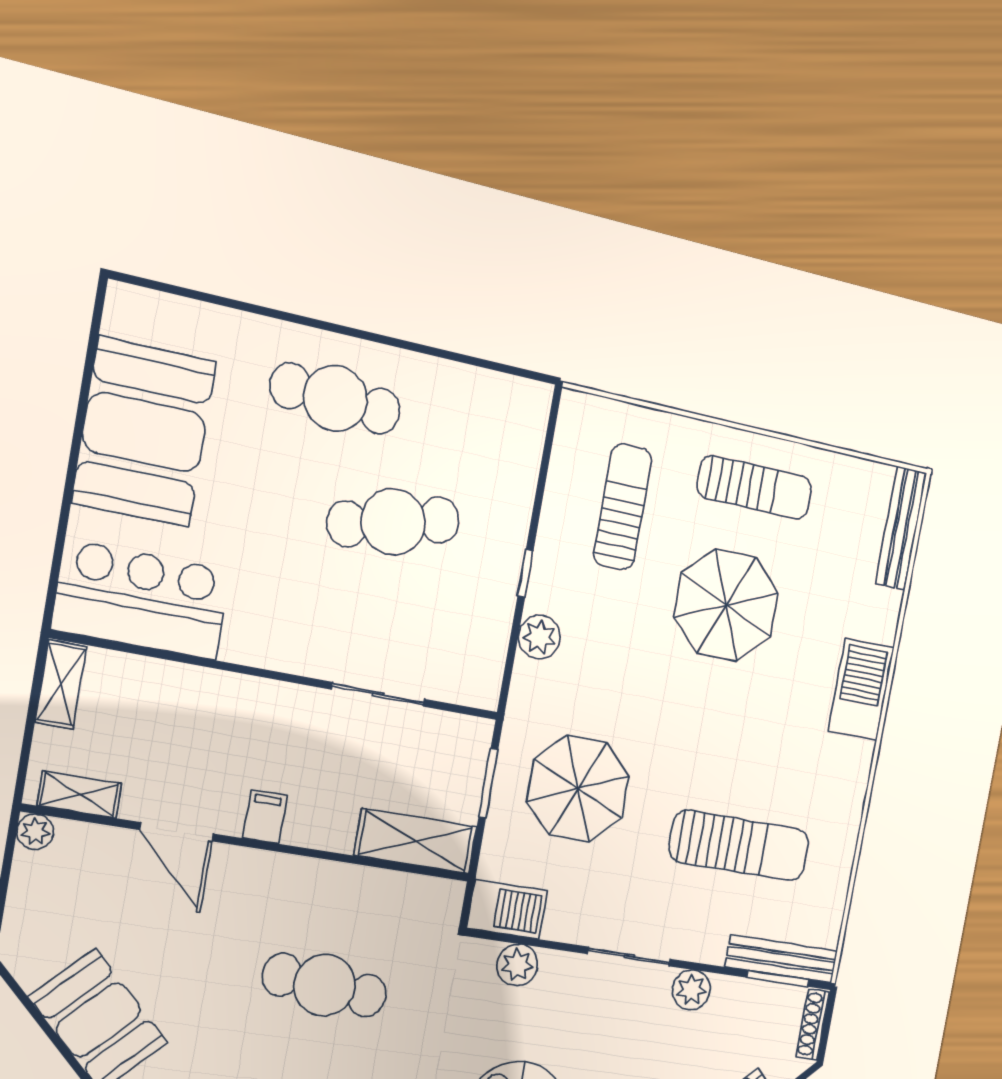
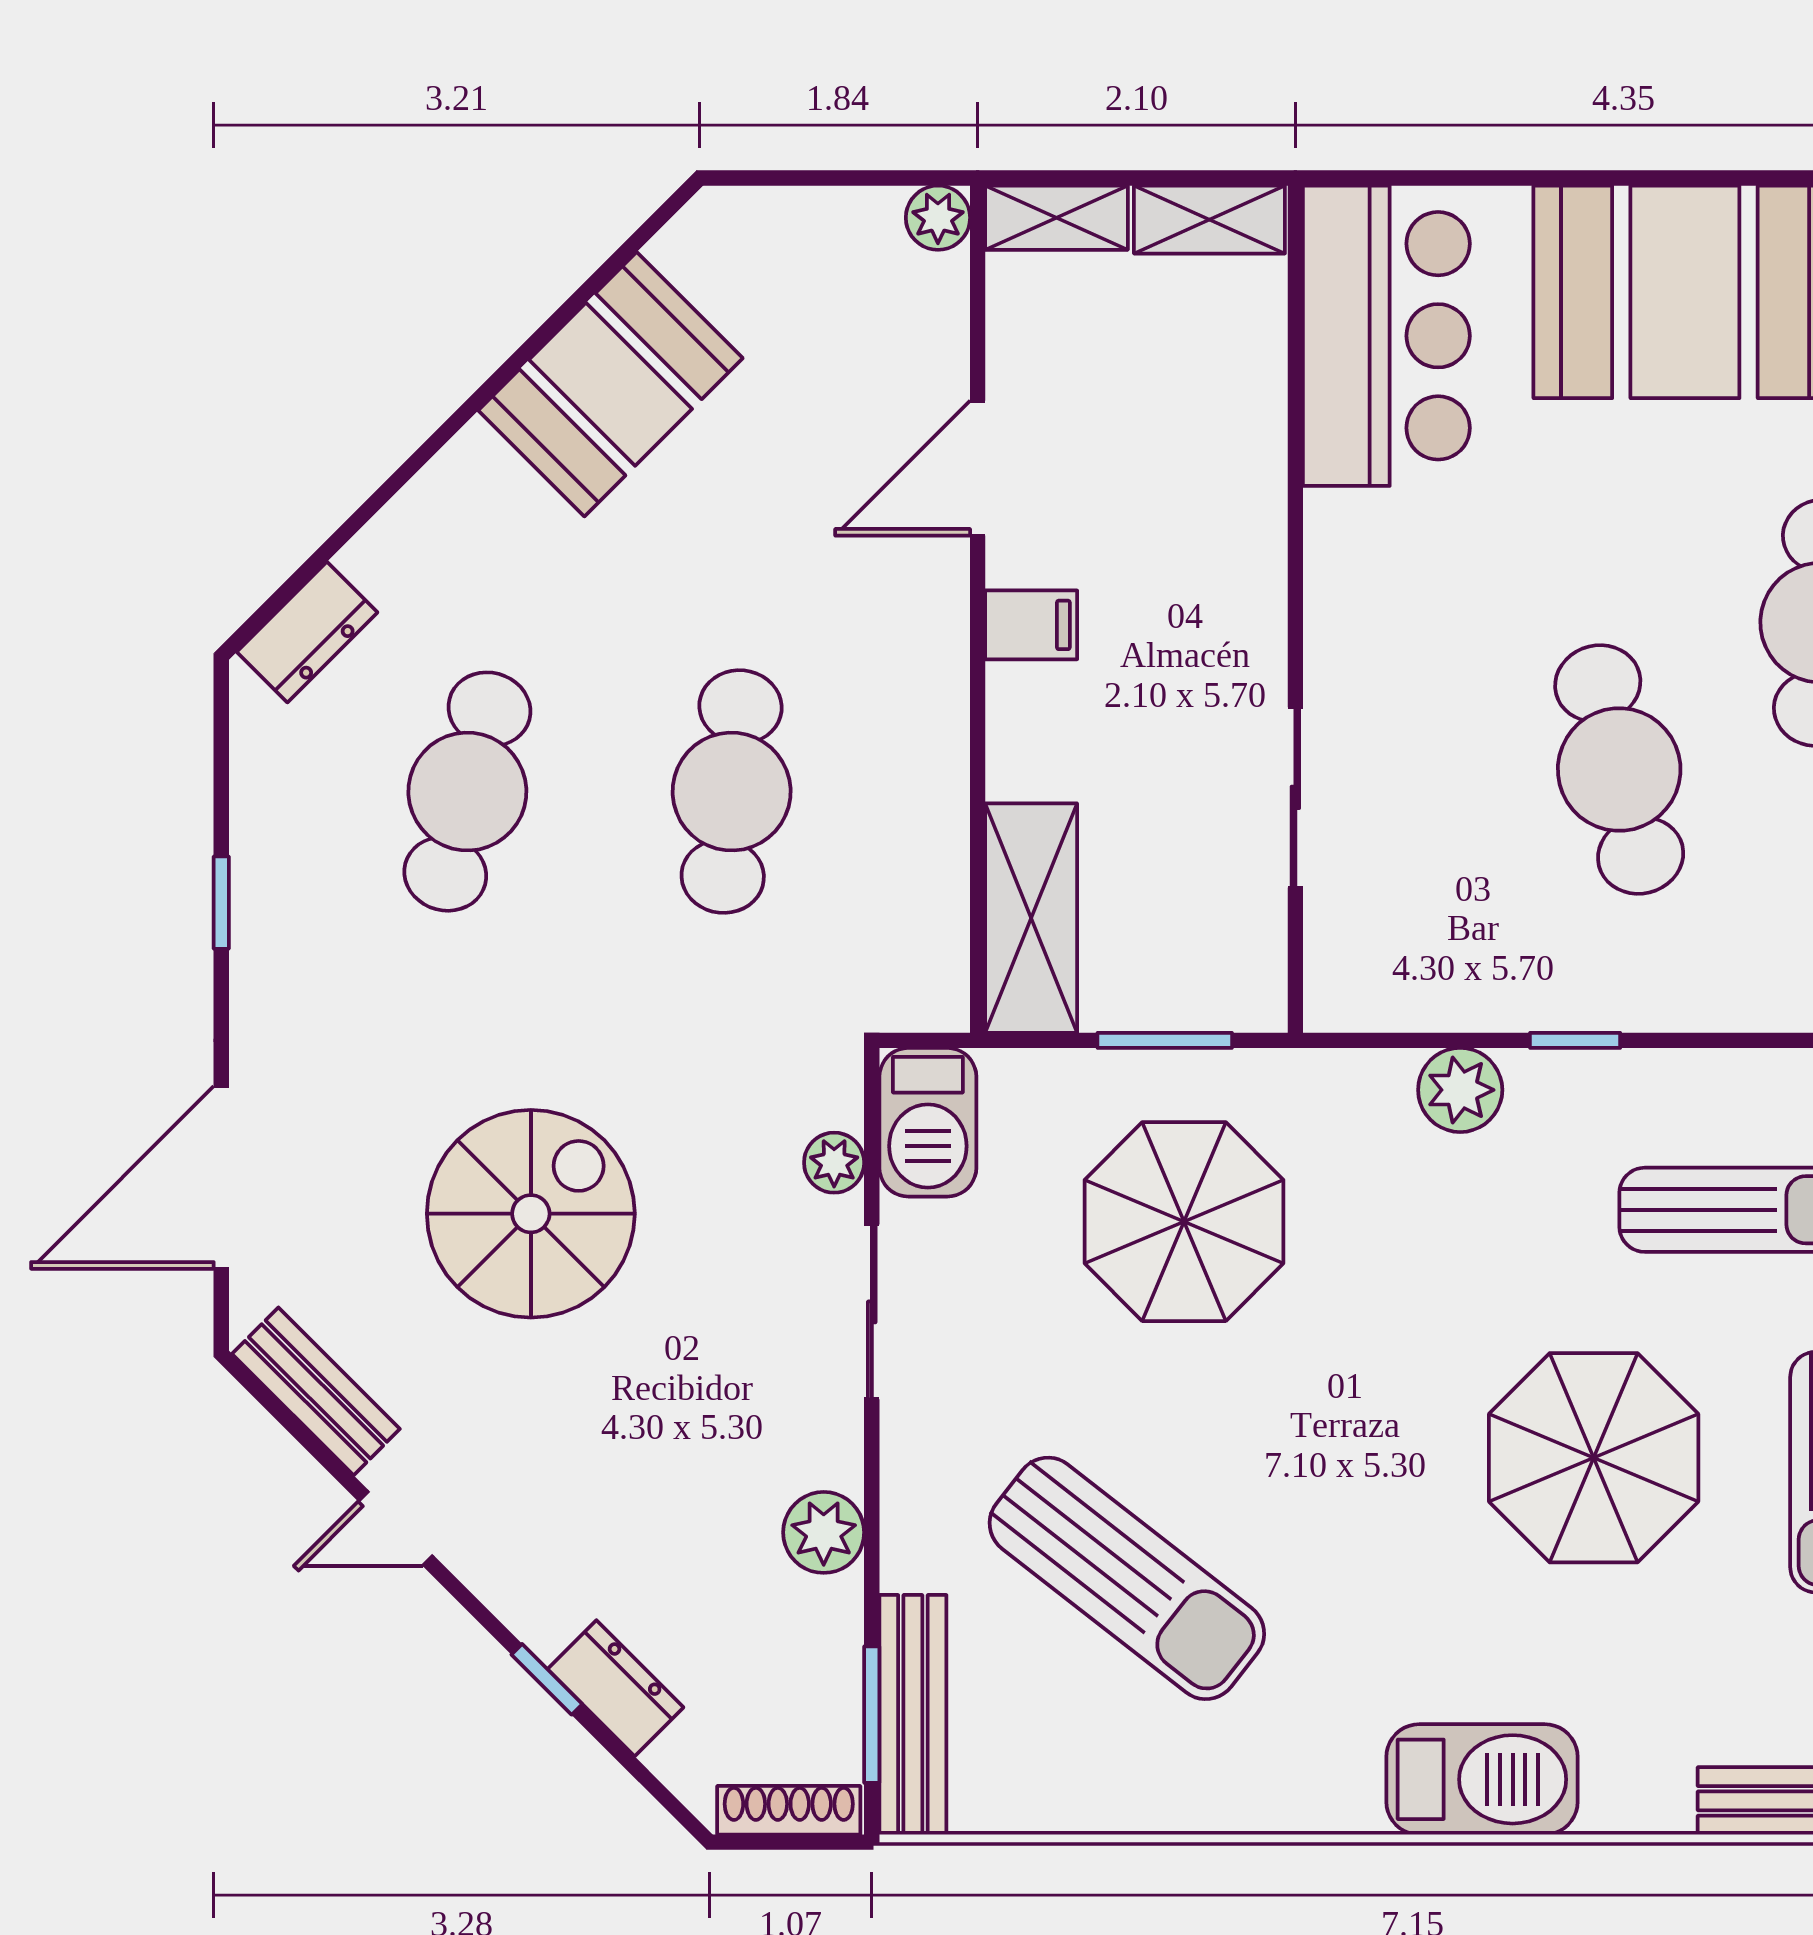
shelving: (79, 795) -> (1057, 218), moved, turned 90
sun lounger: (739, 846) -> (1127, 1578), turned -52
sliding door: (629, 957) -> (872, 1312), moved
plant: (517, 965) -> (834, 1163), width x0.73, depth x0.73

